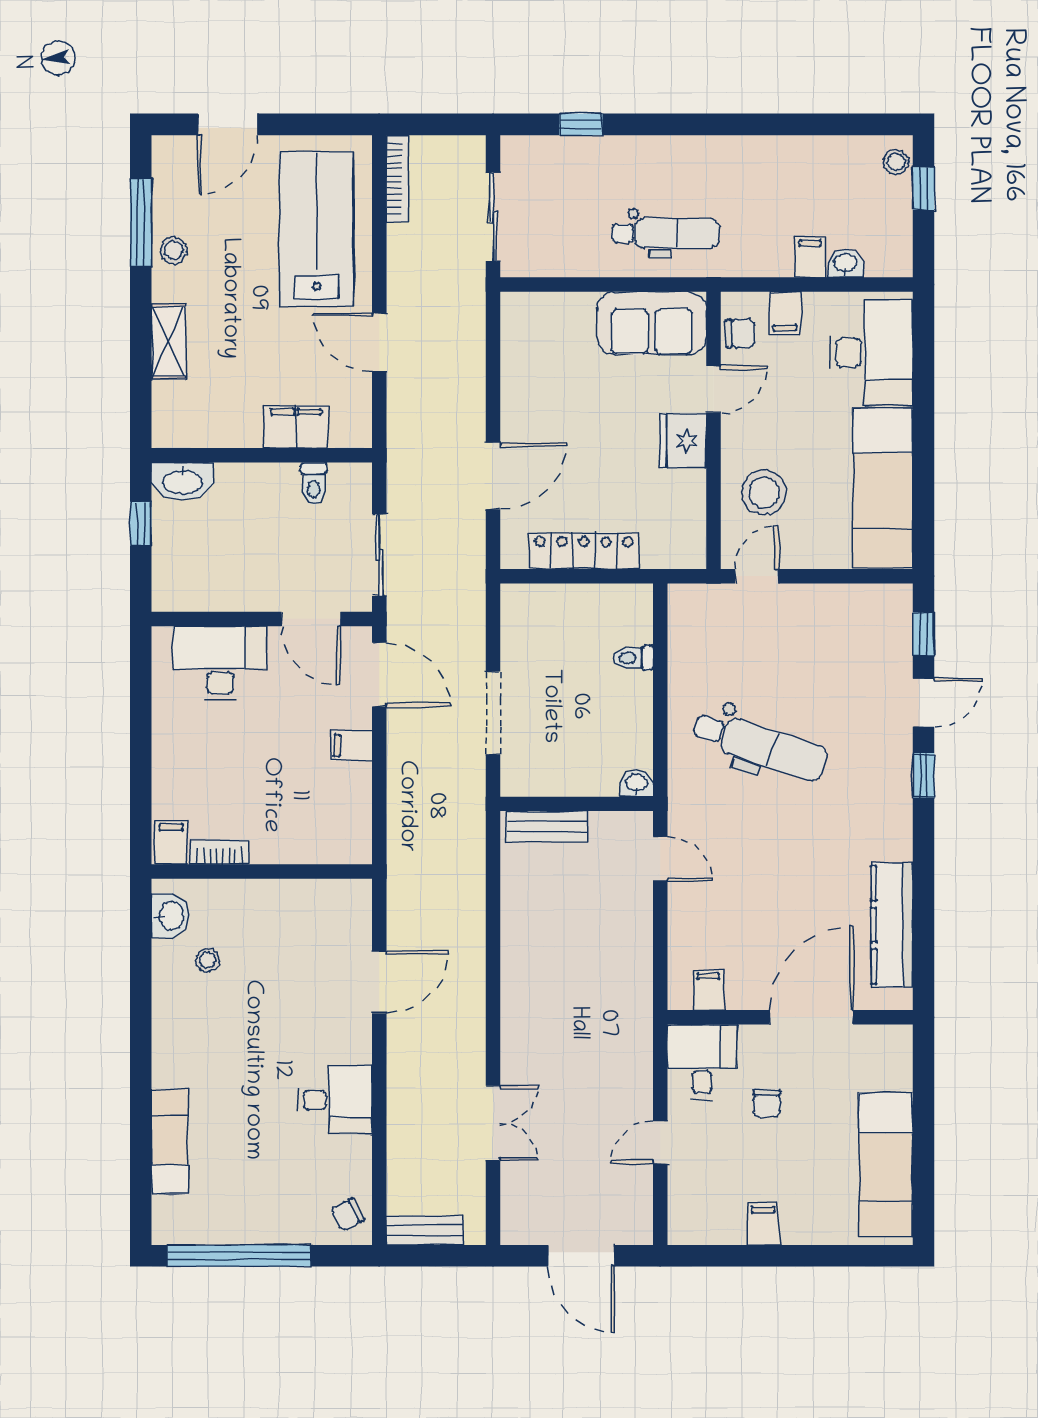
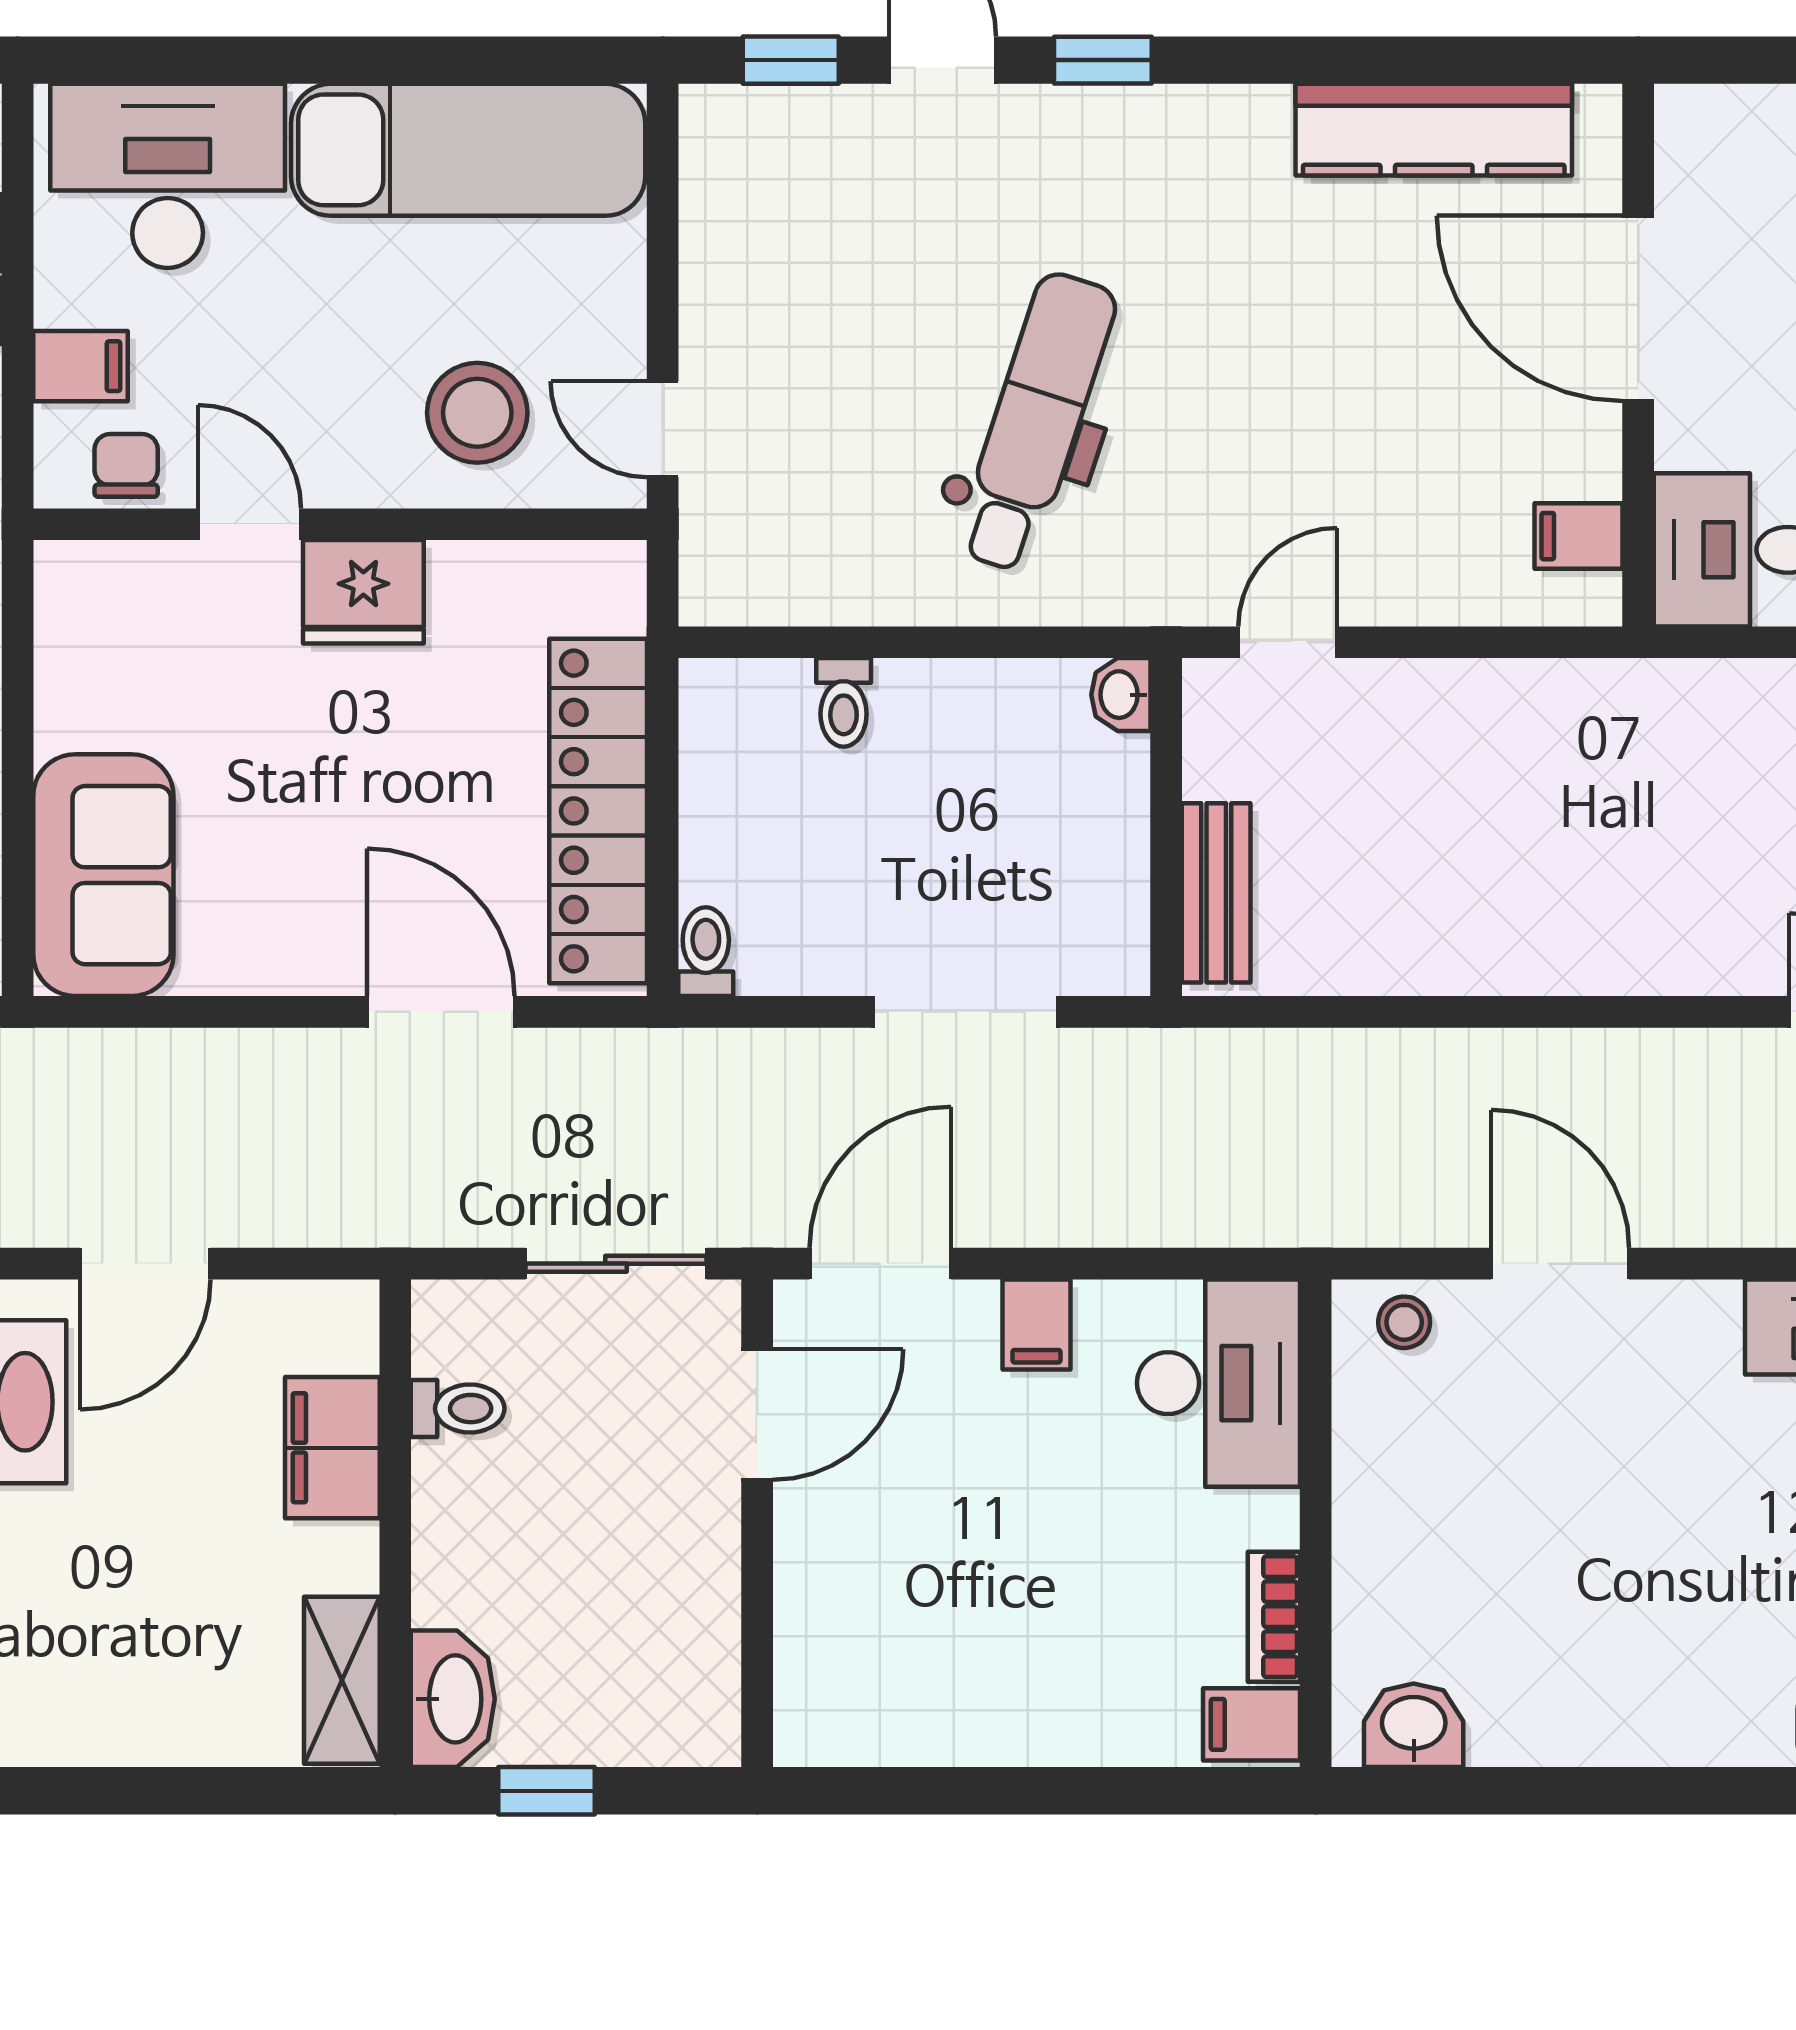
sofa: (652, 323) -> (103, 875), moved
shelving: (169, 341) -> (342, 1680), moved, turned 90
locker: (584, 551) -> (598, 811), width x1.41, depth x1.21
toilet: (520, 596) -> (706, 952), added
desk: (220, 663) -> (1218, 1383), moved, turned 180
stool: (208, 960) -> (1404, 1322), moved

